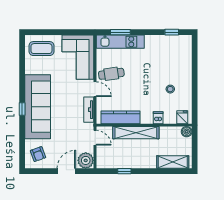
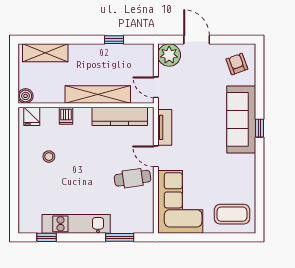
kitchen unit: (120, 42) -> (76, 224), moved
sofa: (38, 107) -> (241, 119), width x0.74, depth x0.79
door: (66, 171) -> (197, 40), swing flipped

